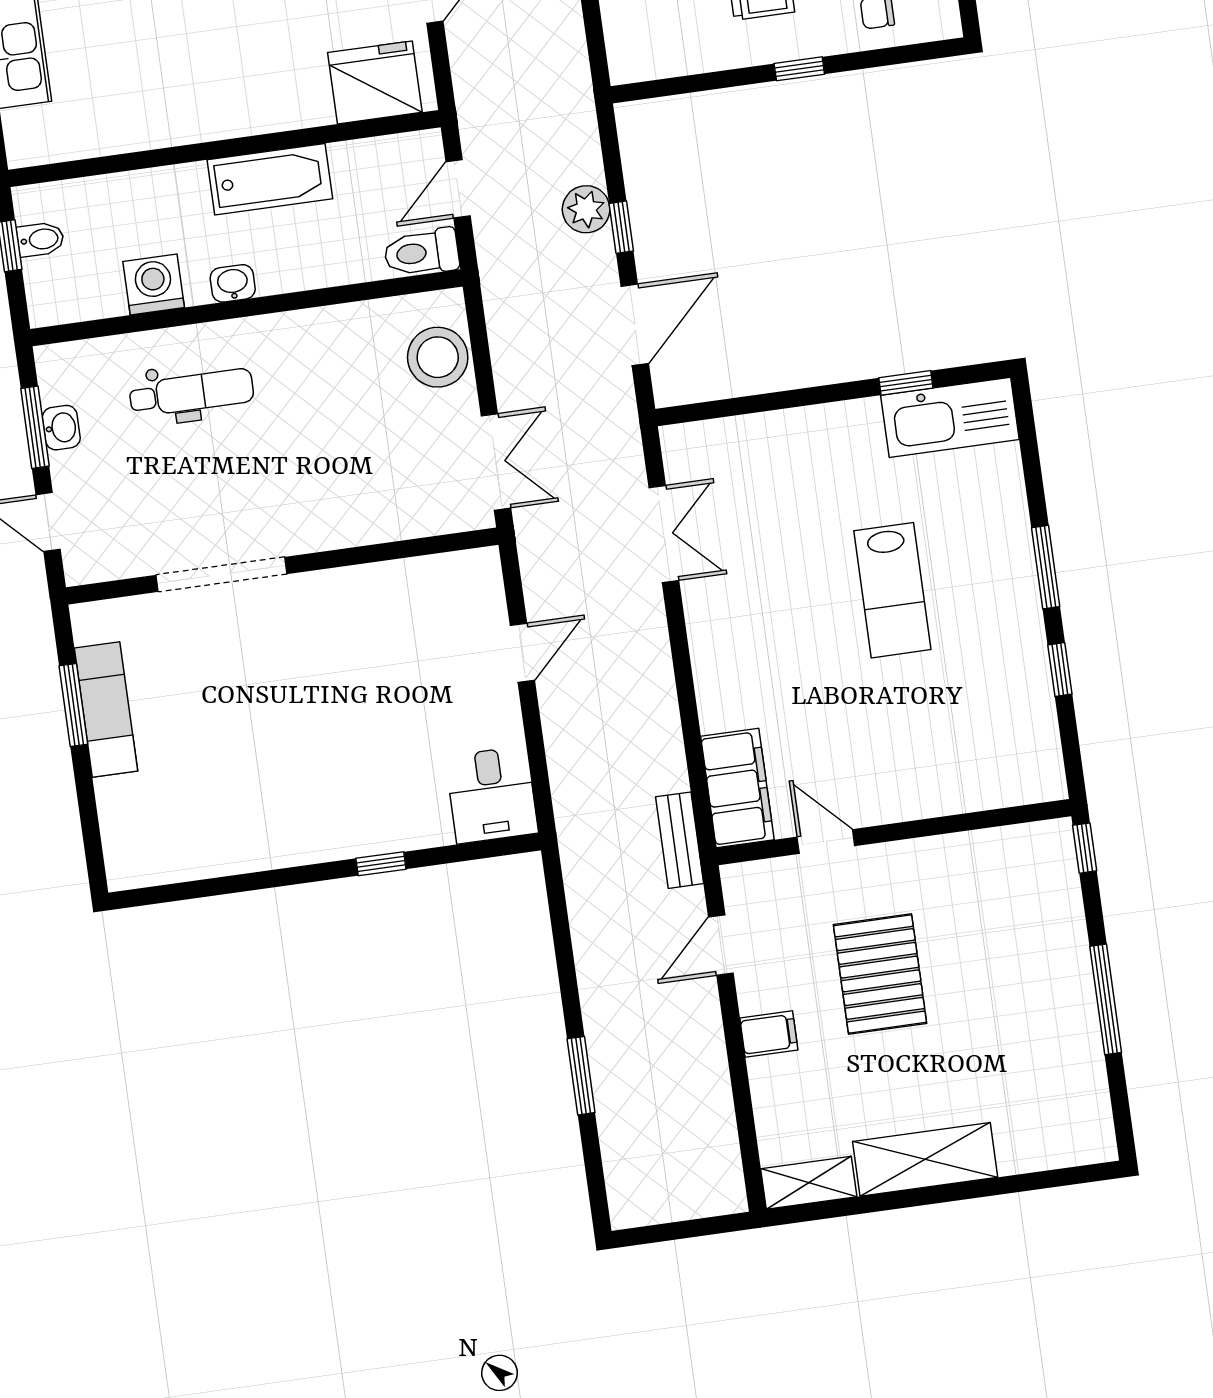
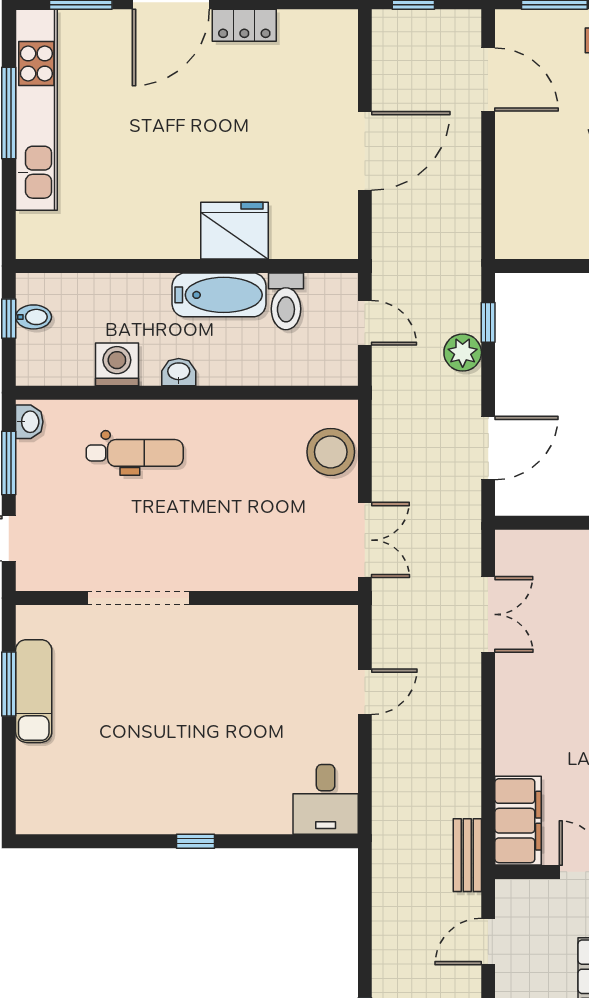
fridge: (375, 82) -> (235, 231), moved
door: (458, 189) -> (365, 323), swing flipped
window: (621, 227) -> (488, 322), moved
toilet: (421, 252) -> (286, 301), moved, turned -90
washbasin: (61, 428) -> (29, 422), moved
window: (381, 864) -> (196, 841), moved

